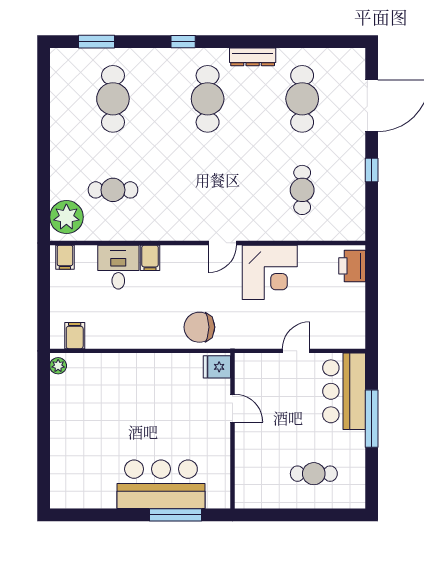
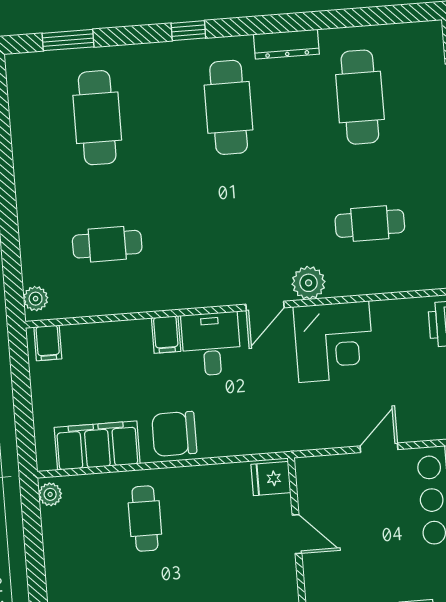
cafe table: (302, 190) -> (370, 224), turned 90
plant: (66, 217) -> (36, 299), width x0.53, depth x0.53
plant: (255, 229) -> (309, 283), added
desk: (118, 267) -> (211, 344), moved
chair: (199, 327) -> (174, 434), moved
filing cabinet: (75, 336) -> (97, 445), width x3.00, depth x1.17
cafe table: (125, 388) -> (145, 519), added

